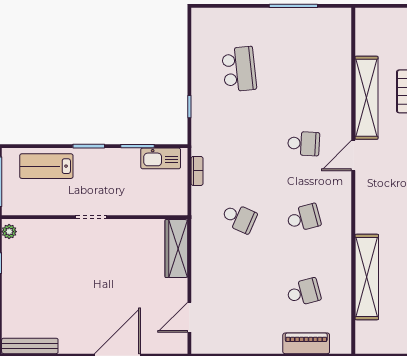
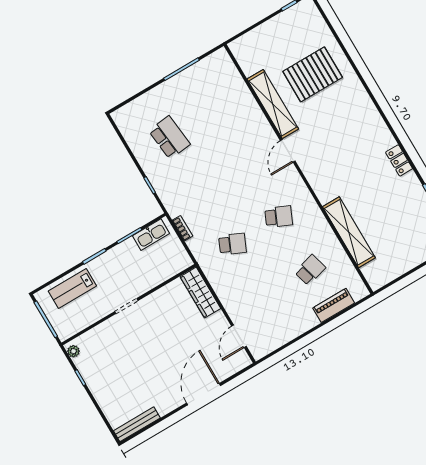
school desk: (304, 144) -> (247, 163), removed
school desk: (304, 218) -> (279, 217), turned 39

